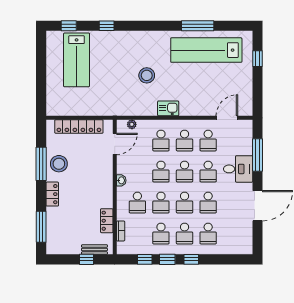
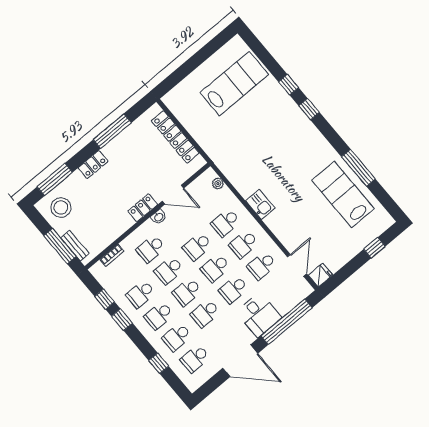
window: (69, 26) -> (309, 109), moved
lab bench: (206, 50) -> (343, 194), width x0.73
lab bench: (77, 60) -> (234, 84), turned 180
stool: (147, 75) -> (274, 160), removed
fridge: (246, 108) -> (320, 275), added
door: (227, 118) -> (297, 265), hinge flipped
door: (115, 144) -> (173, 195), moved
window: (257, 155) -> (286, 322), width x1.46
stool: (59, 164) -> (61, 207), moved
locker: (107, 221) -> (143, 208), moved
school desk: (232, 234) -> (195, 359), added
window: (87, 259) -> (60, 246), width x2.17
window: (191, 259) -> (159, 363), moved

